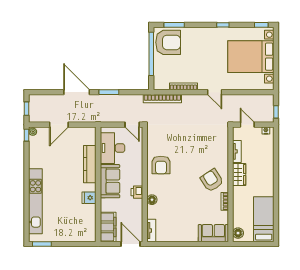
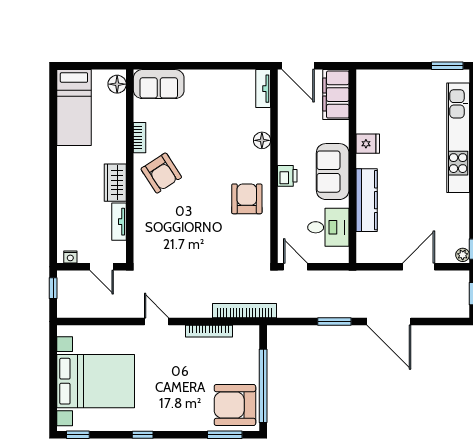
desk: (113, 148) -> (328, 227), width x0.73
printer: (137, 192) -> (287, 176), moved

